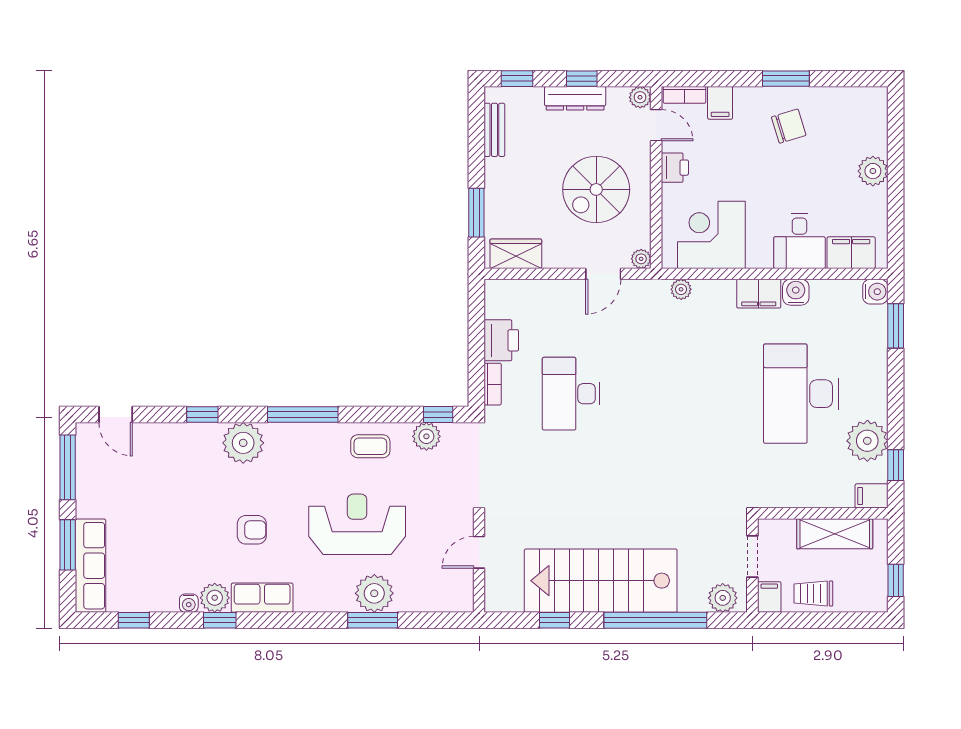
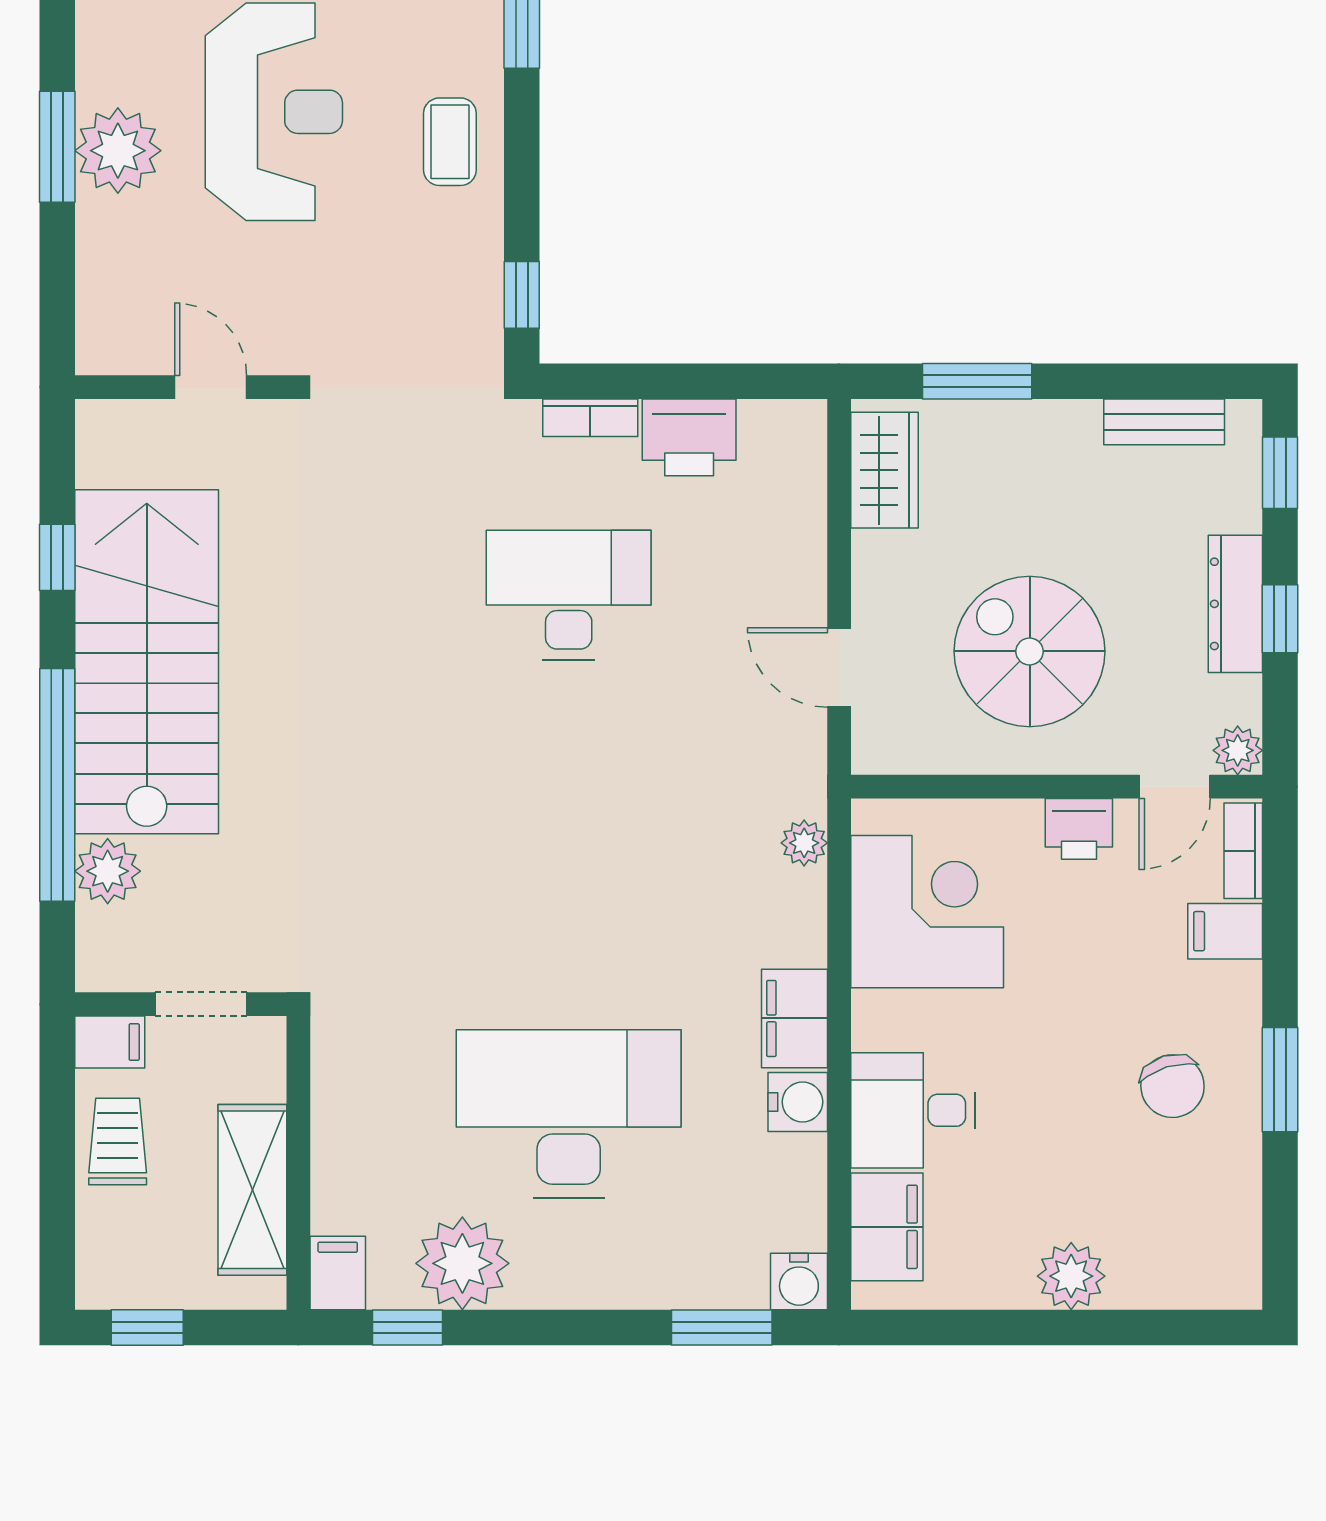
plant: (641, 259) -> (873, 753), removed
plant: (426, 436) -> (472, 268), removed
plant: (723, 598) -> (108, 871), moved

